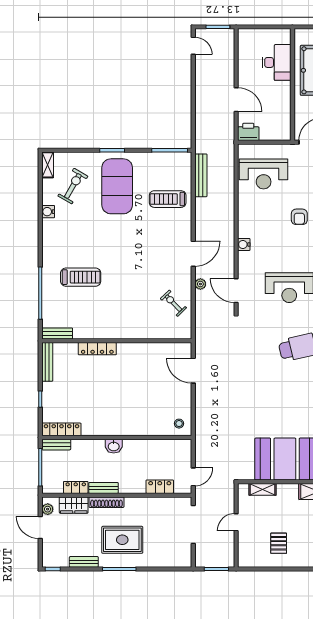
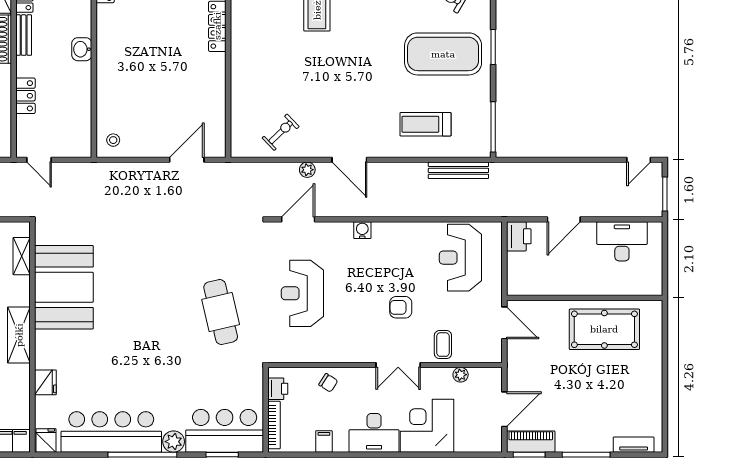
desk: (277, 62) -> (622, 241), moved, turned 180
treadmill: (168, 199) -> (425, 124), turned -90
locker: (160, 487) -> (25, 96), moved

